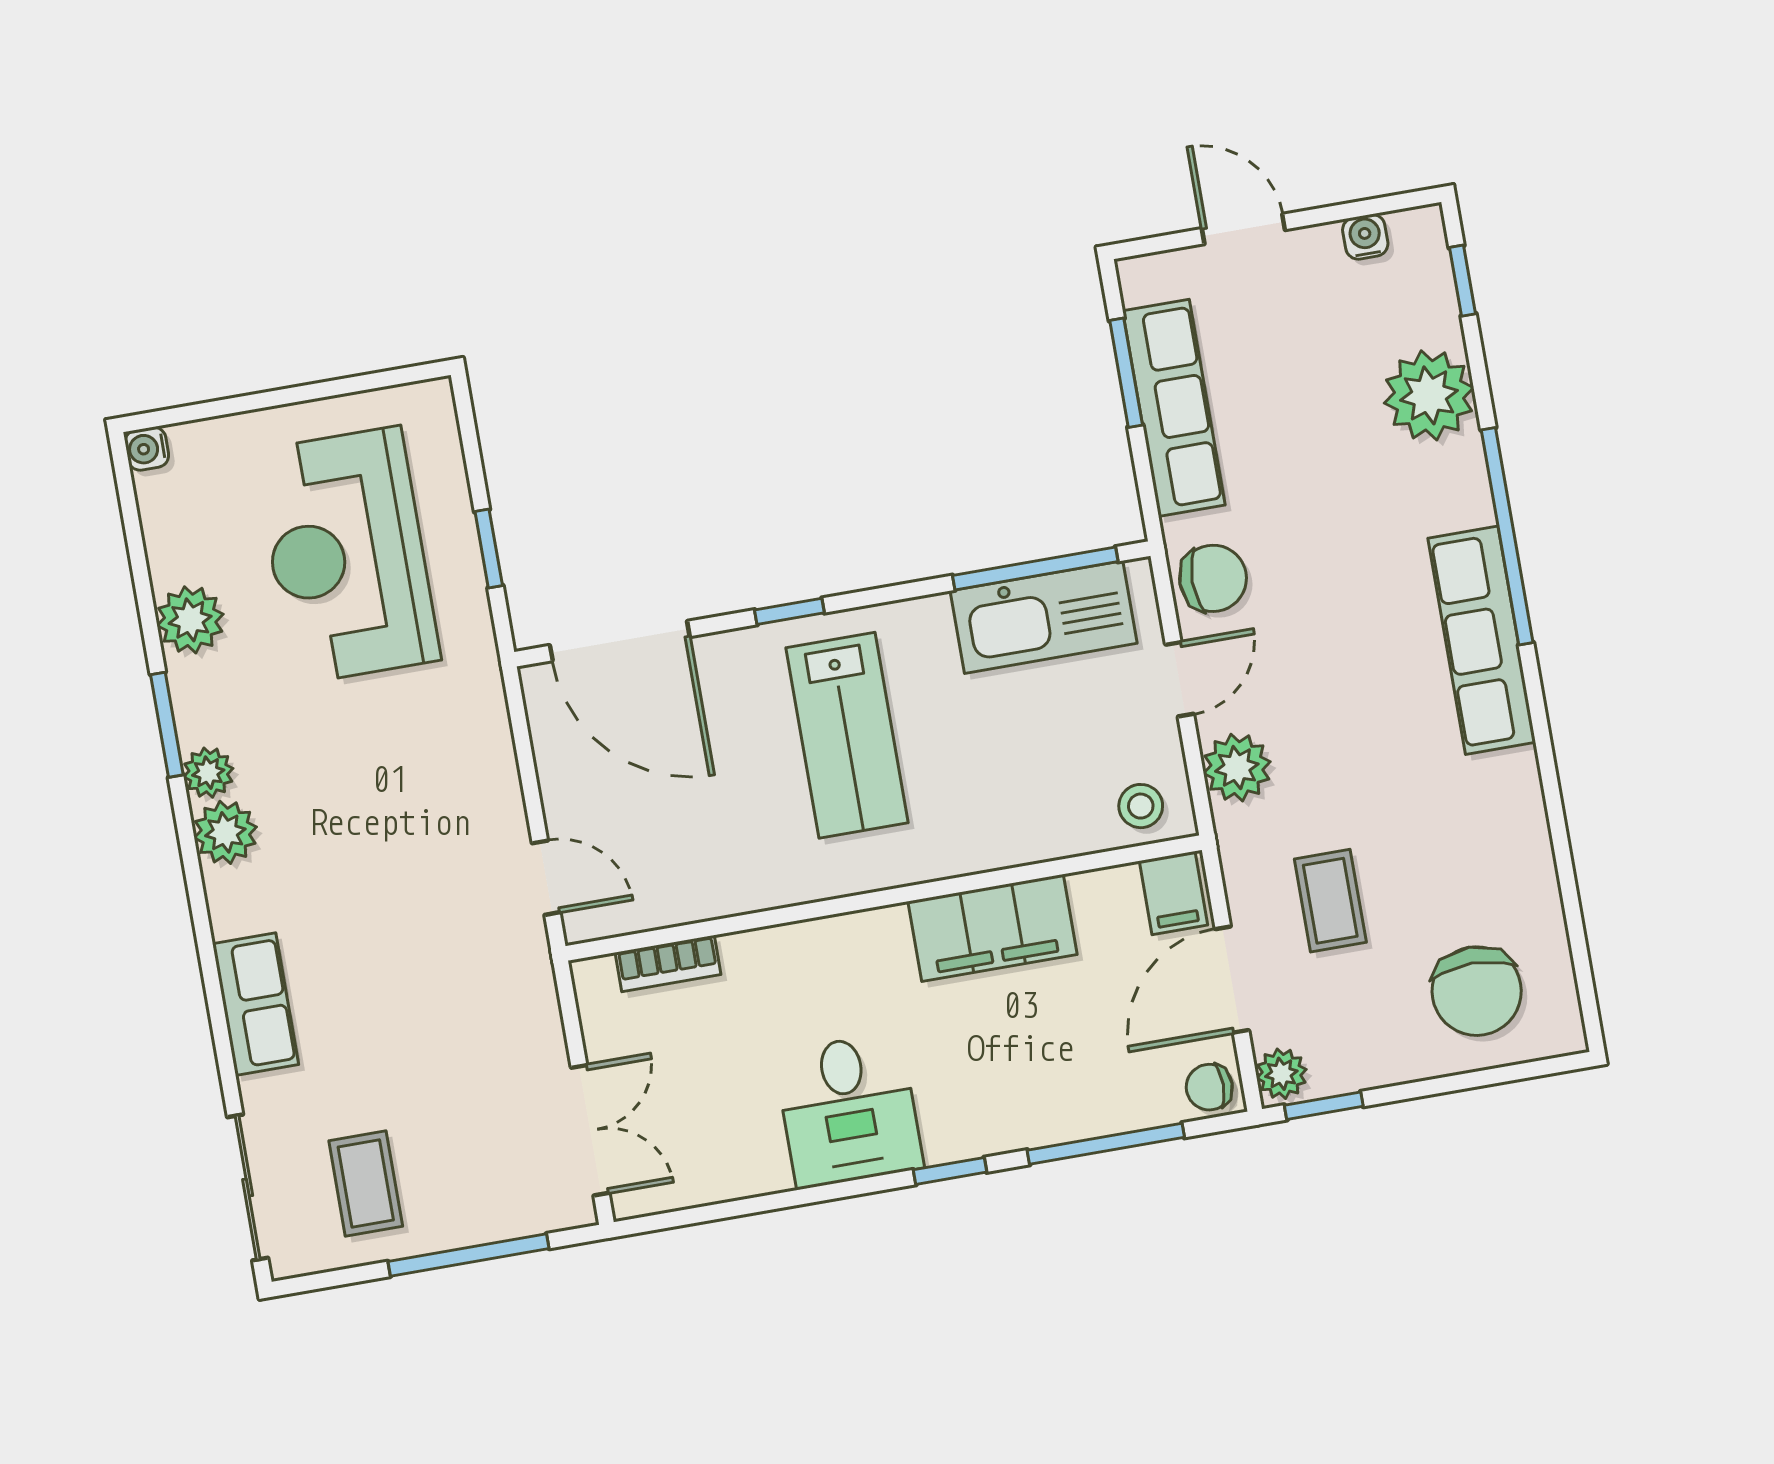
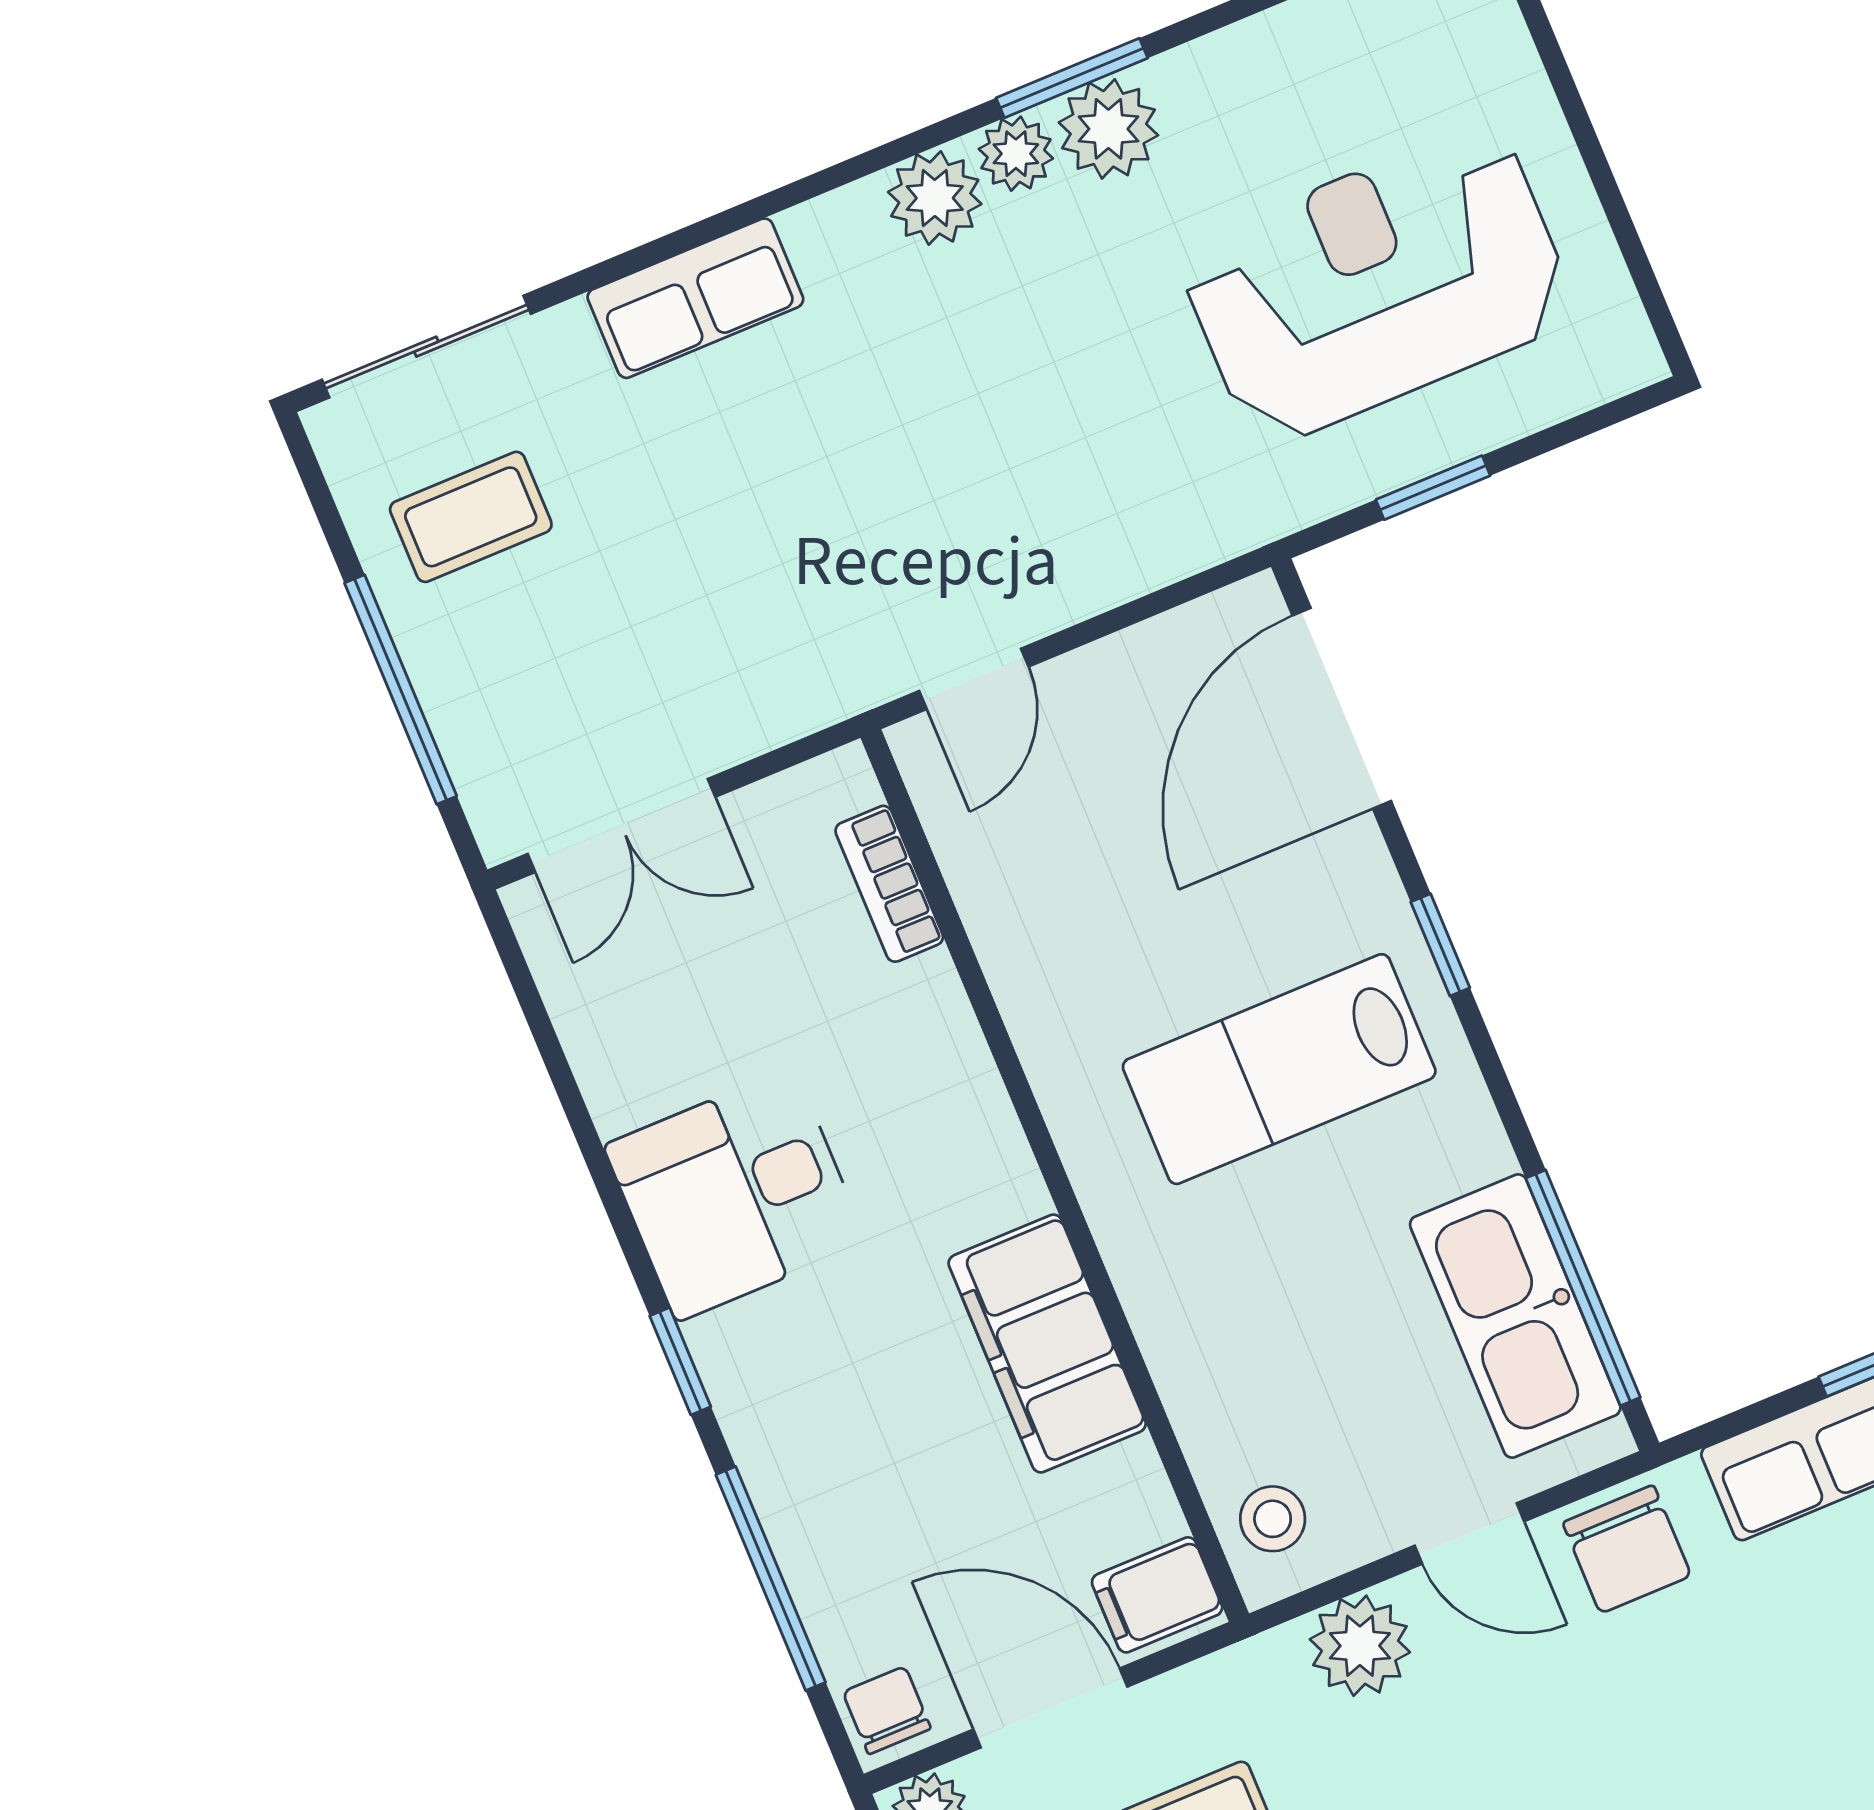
plant: (190, 620) -> (1108, 129), moved

